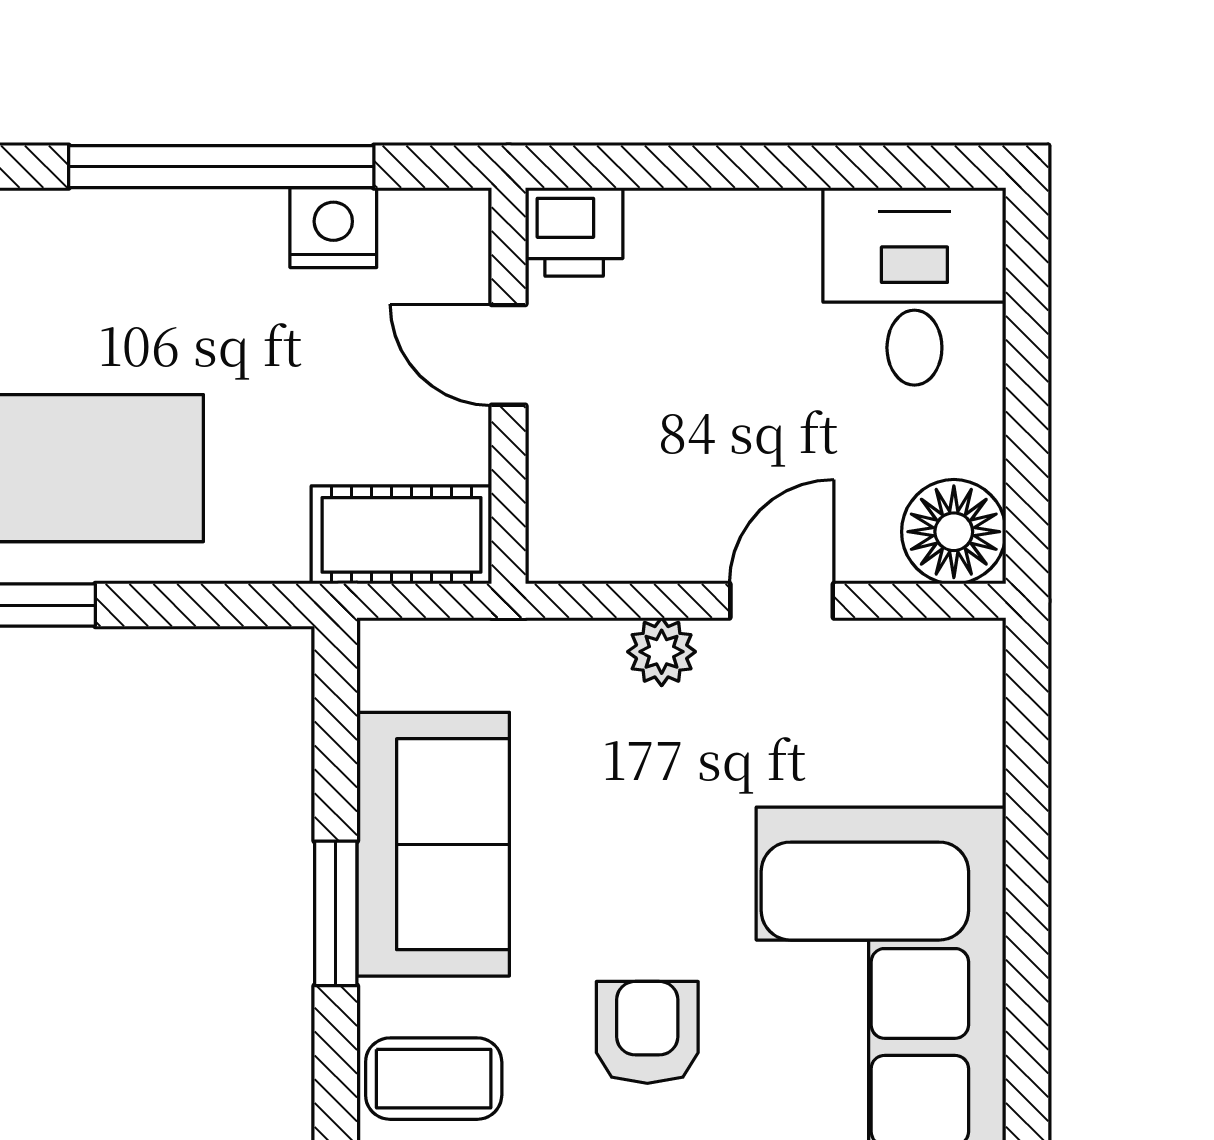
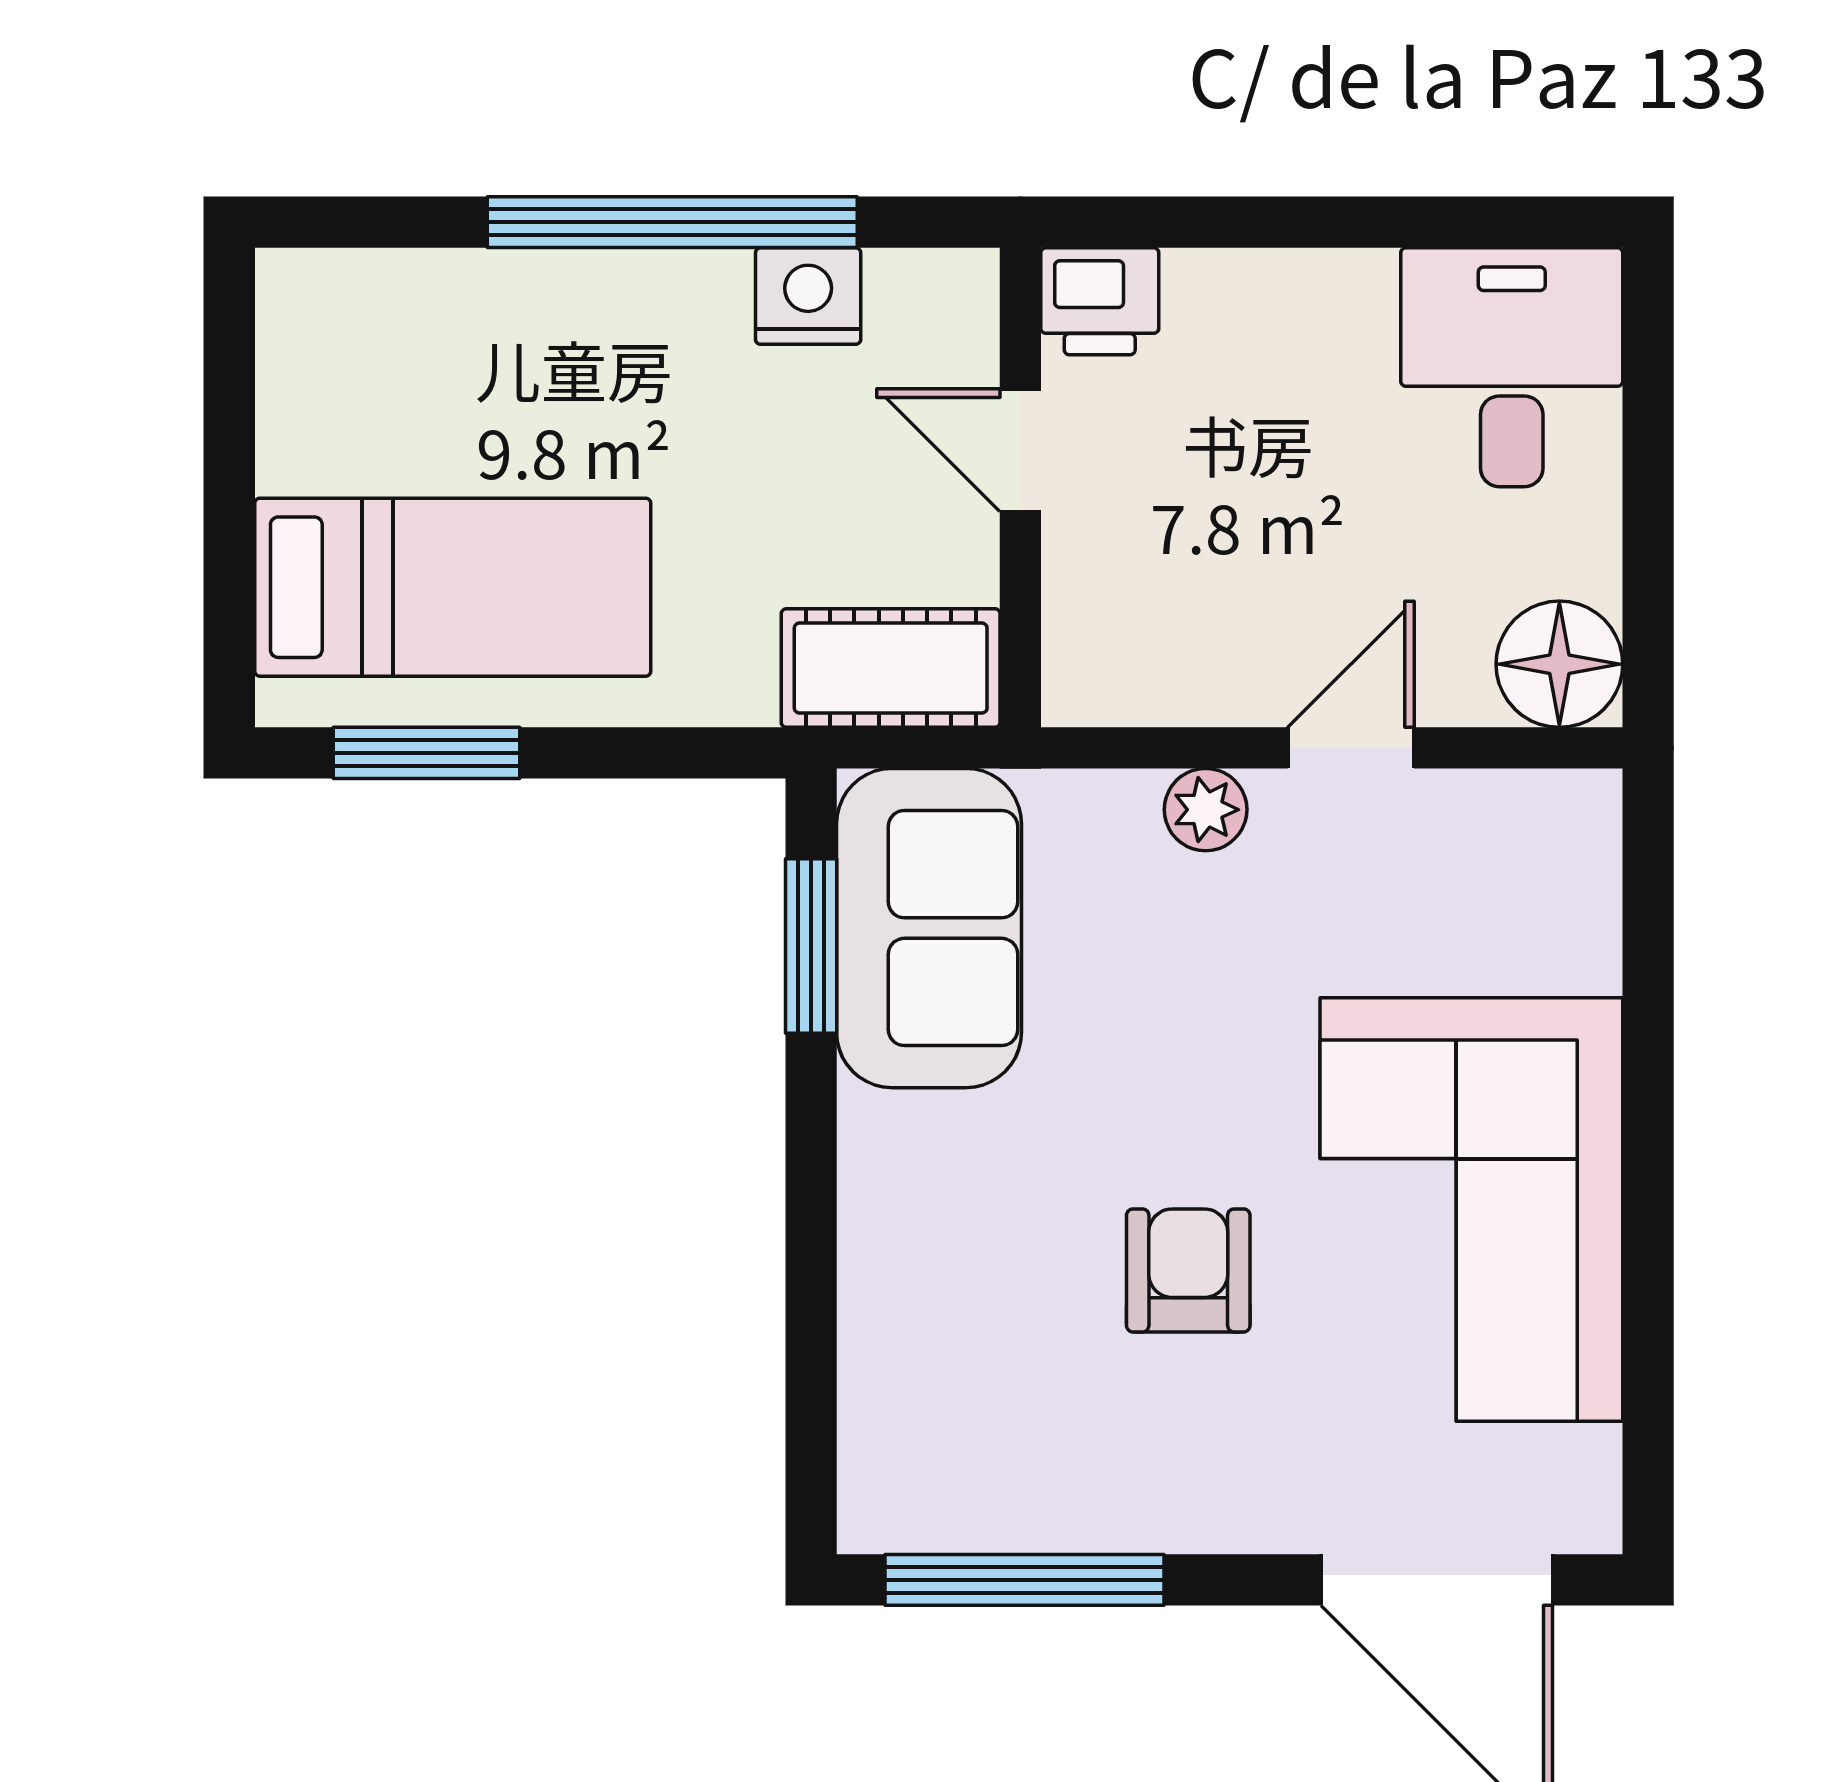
sofa: (433, 844) -> (929, 928), moved
window: (336, 913) -> (811, 946), moved
coffee table: (434, 1079) -> (930, 1326), removed

